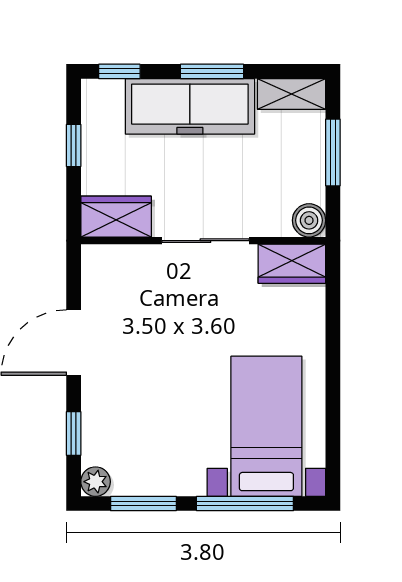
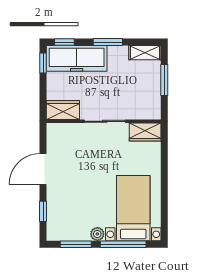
freezer: (190, 106) -> (77, 58), moved
window: (74, 145) -> (43, 63), moved
boiler: (309, 220) -> (153, 112), removed
plant: (96, 482) -> (97, 234), moved

